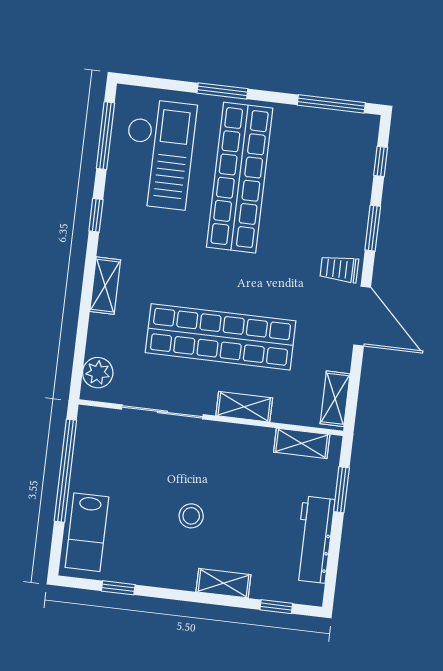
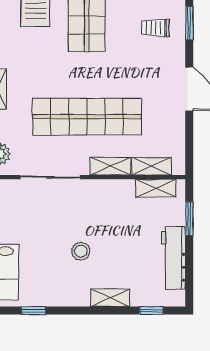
trolley: (339, 269) -> (155, 28), moved
shelving: (335, 399) -> (152, 166), moved, turned 90

